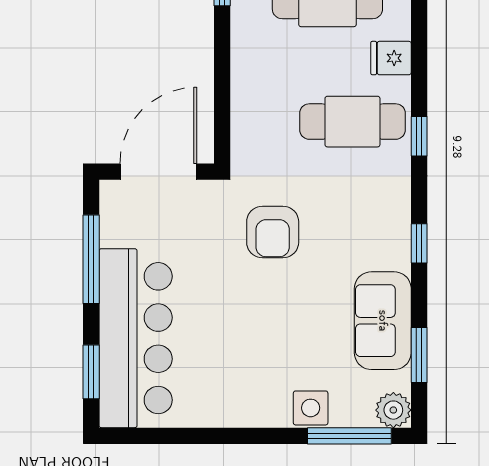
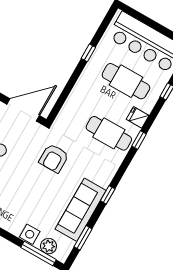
window: (419, 136) -> (139, 140), moved
sofa: (383, 321) -> (81, 210), width x1.36
plant: (393, 410) -> (49, 246), moved

